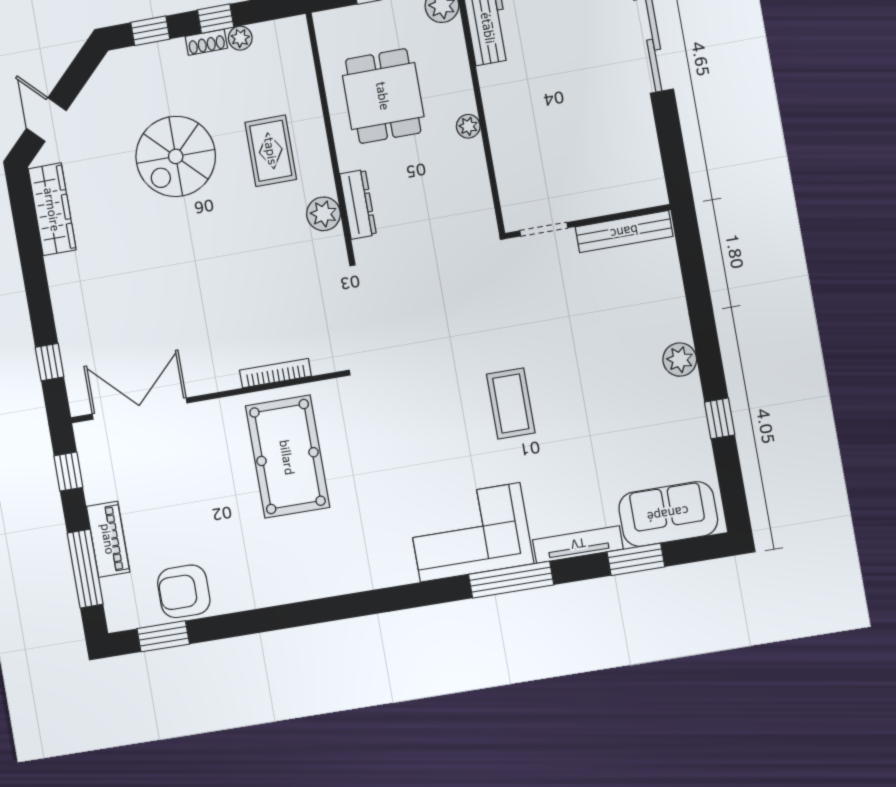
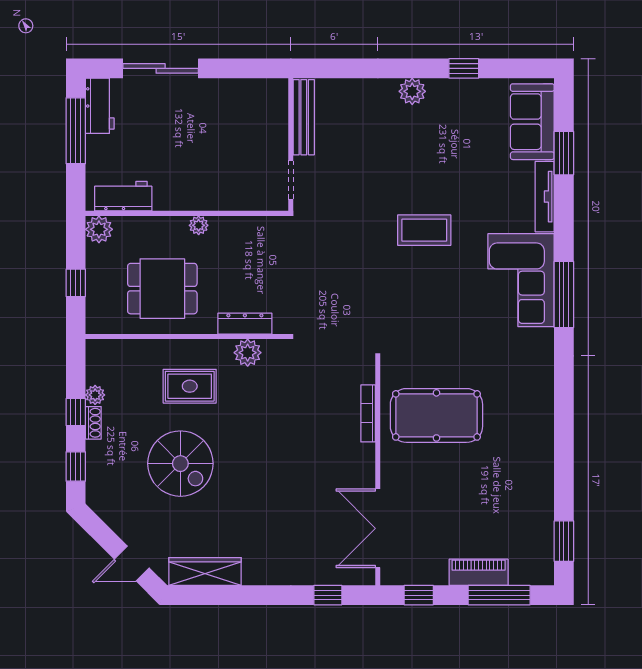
window: (511, 580) -> (564, 294), moved
armchair: (184, 591) -> (531, 518), removed

